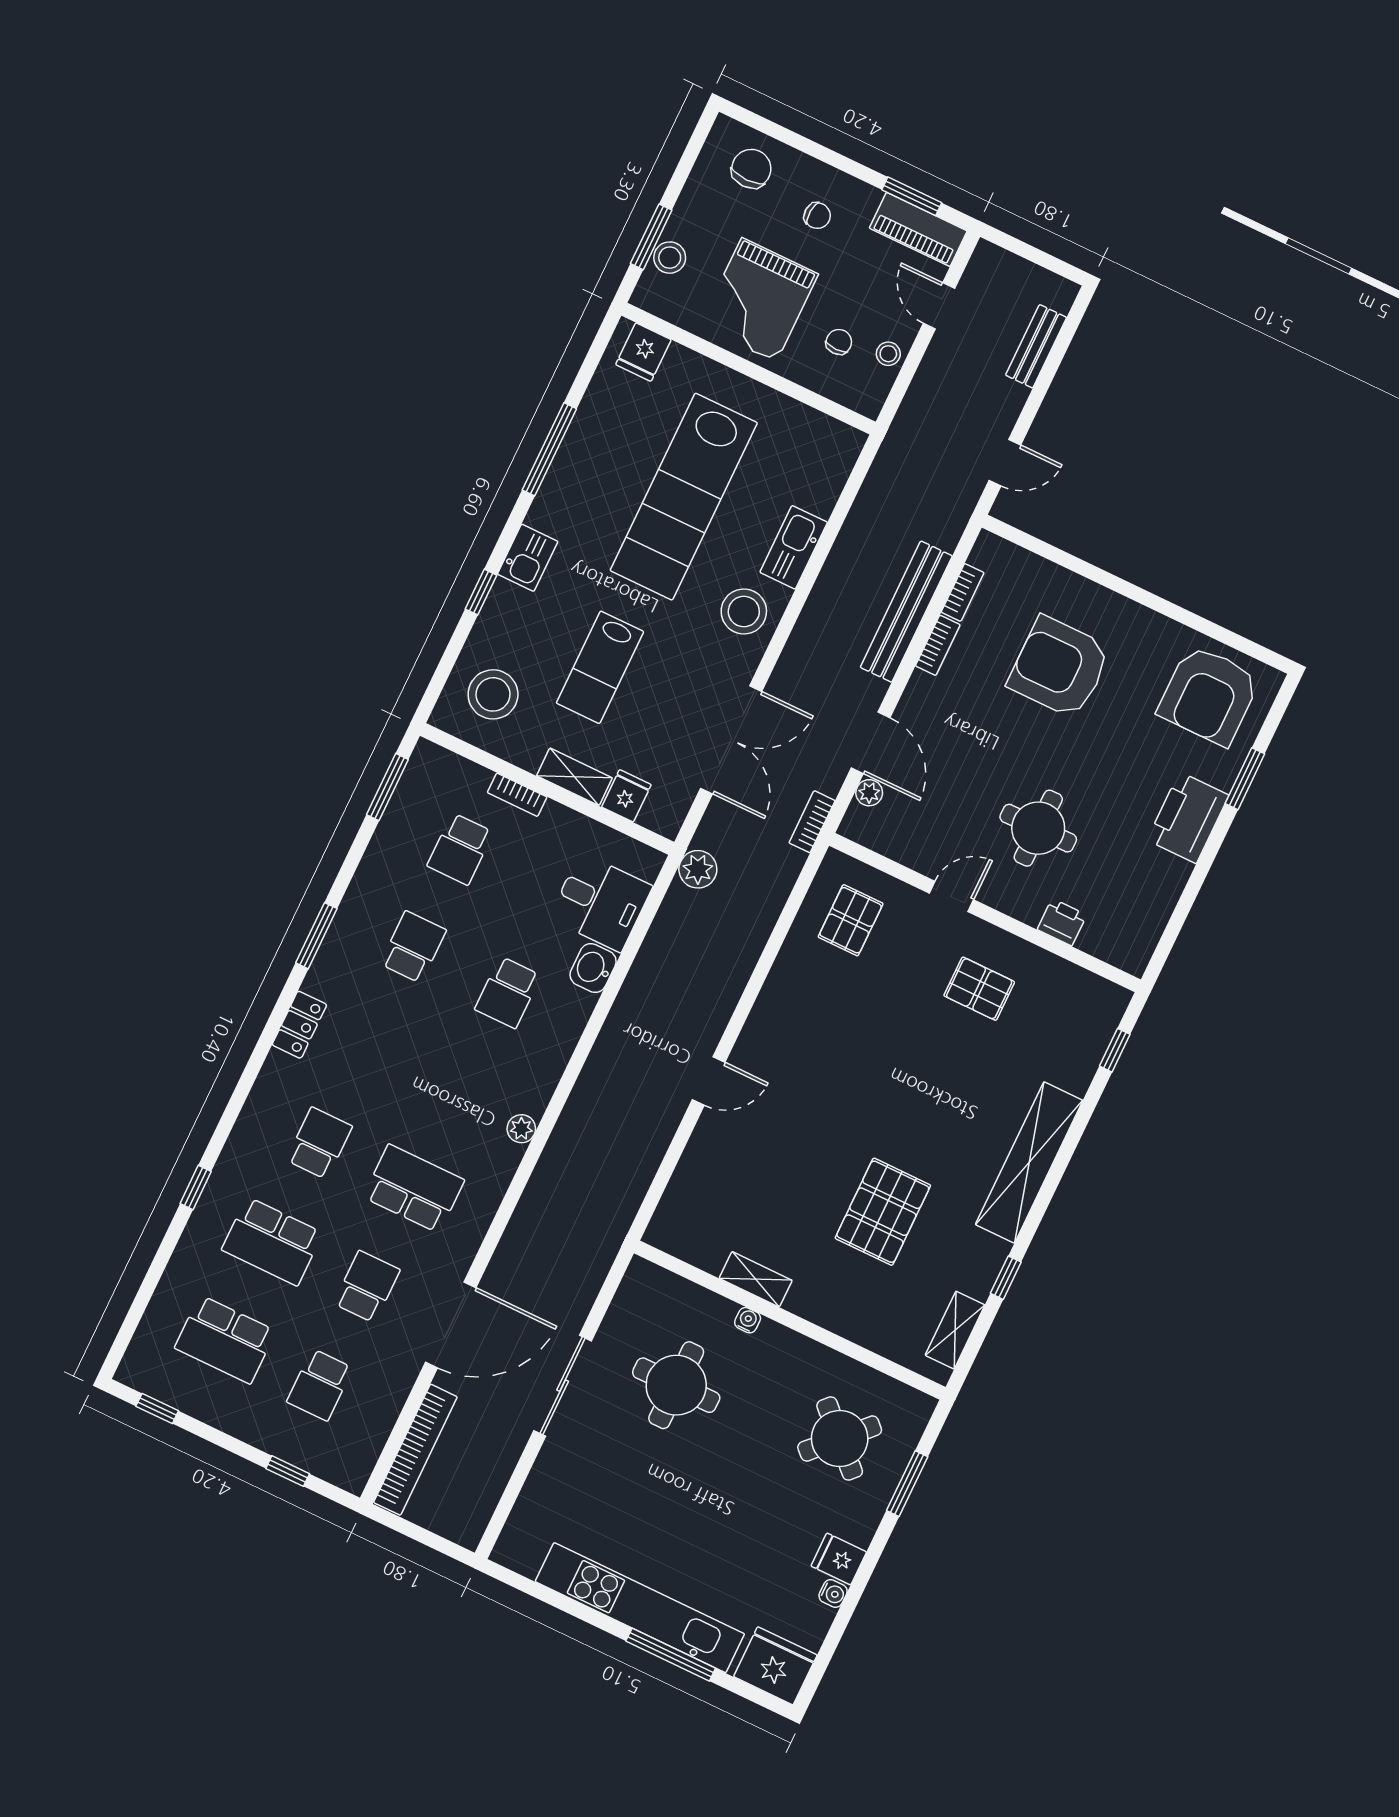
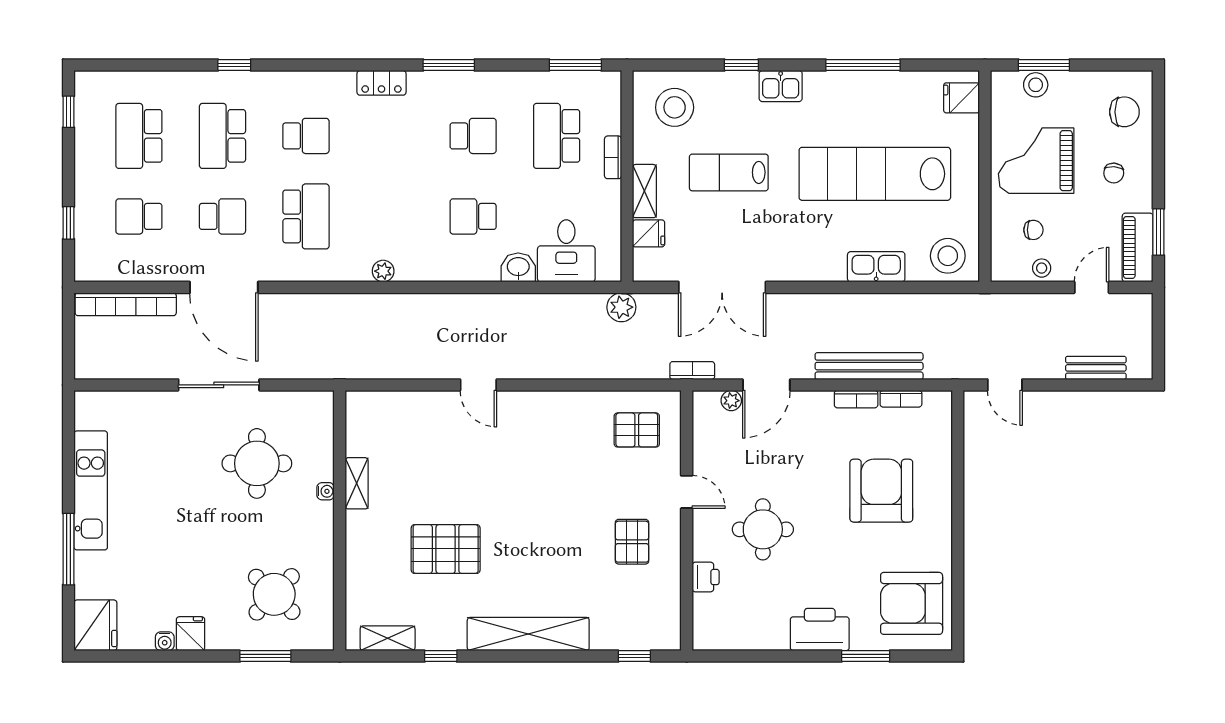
stool: (744, 611) -> (948, 256), moved
school desk: (460, 849) -> (557, 136), width x1.85
kitchen unit: (640, 1608) -> (91, 490), width x0.73

